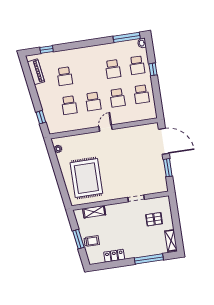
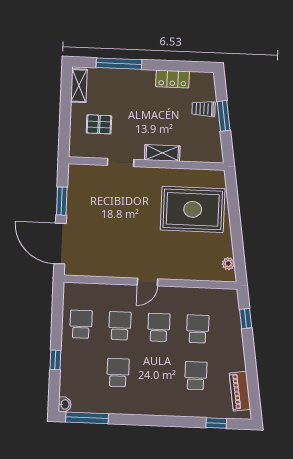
school desk: (137, 65) -> (79, 371), removed
rug: (86, 178) -> (193, 209), turned 90
shelving: (94, 212) -> (162, 153), moved

